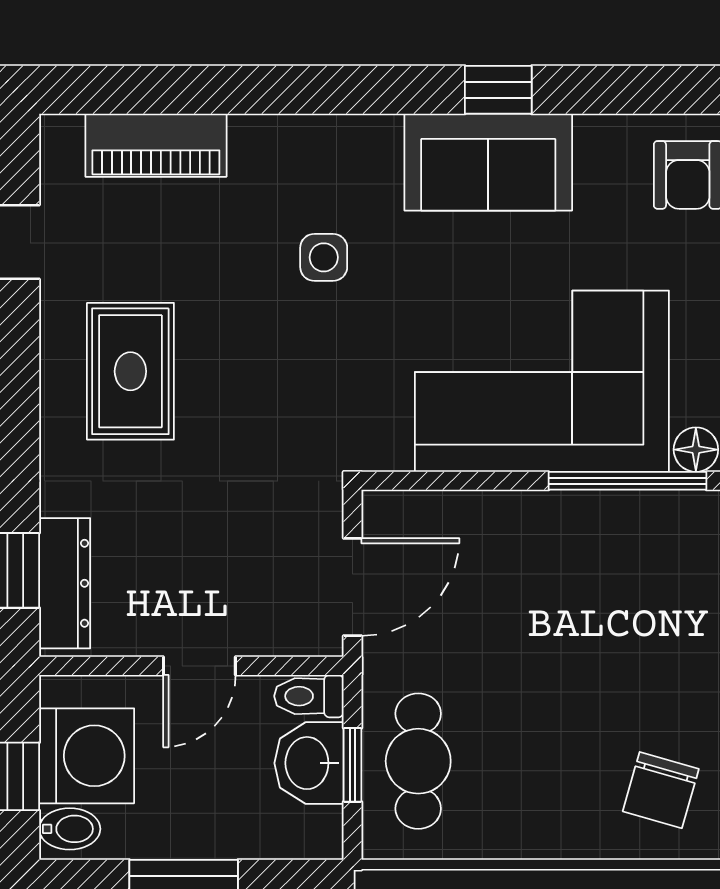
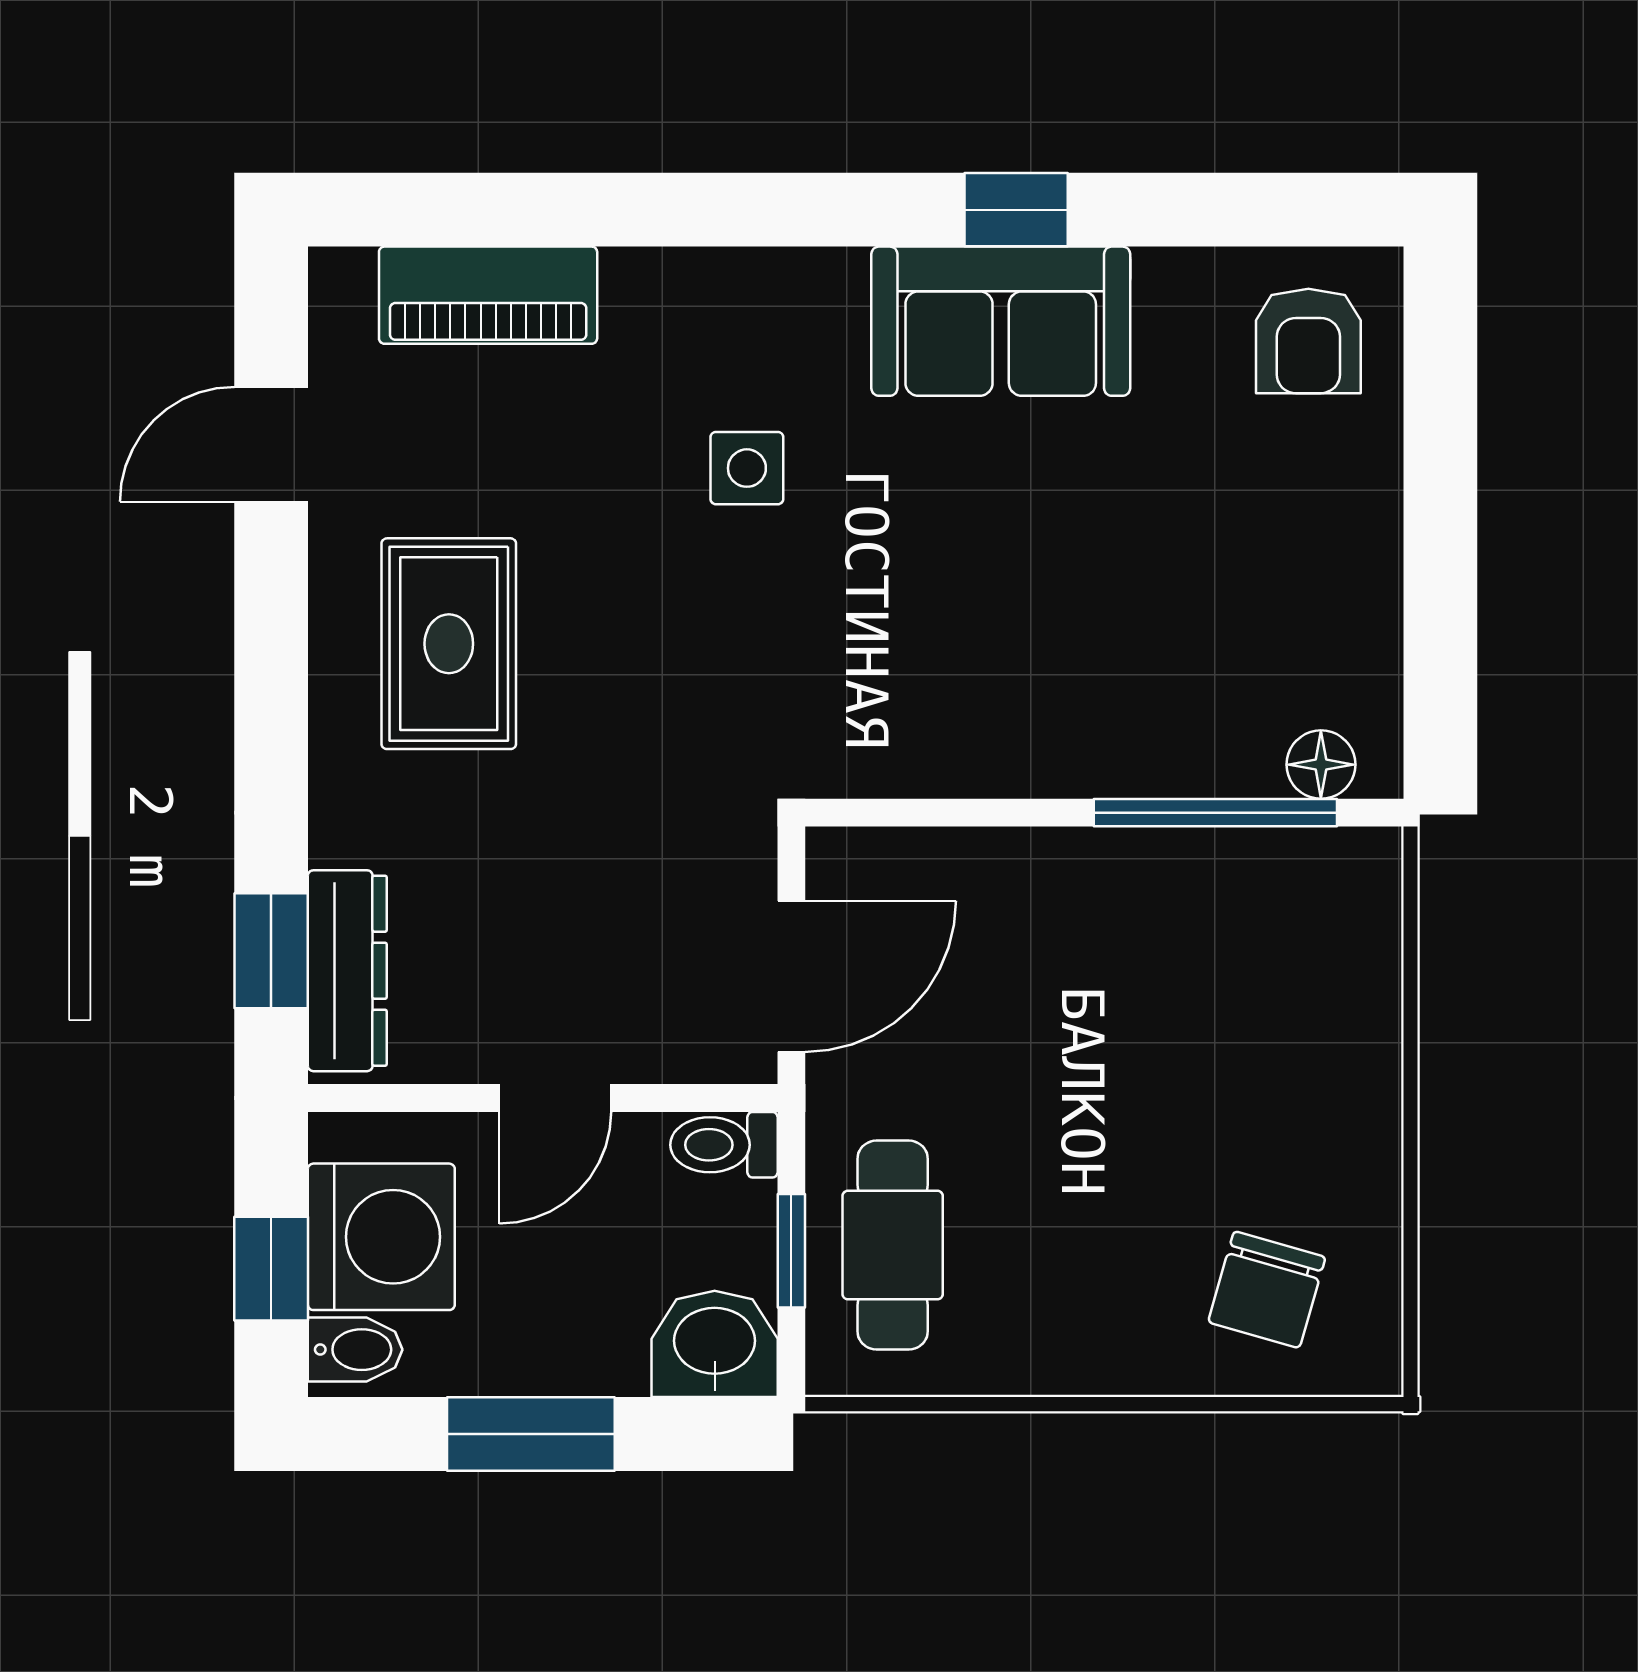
corner sofa: (542, 381) -> (1083, 659), removed
washbasin: (309, 763) -> (715, 1344), moved, turned 90

